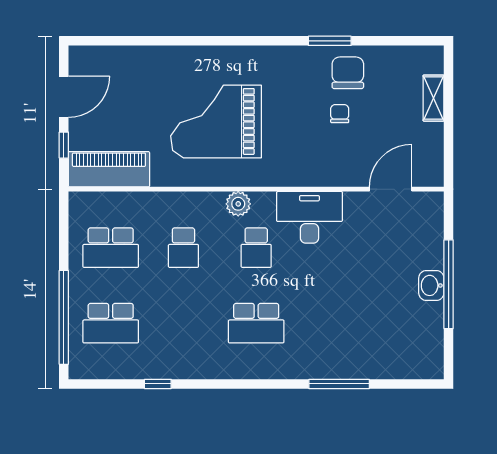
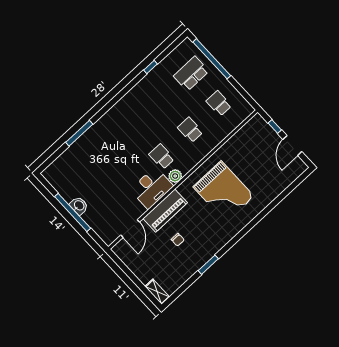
chair: (348, 73) -> (189, 259), removed
shelving: (434, 98) -> (157, 292), moved
grand piano: (216, 121) -> (223, 191), turned 90
piano: (109, 169) -> (165, 211), moved
plant: (238, 204) -> (175, 176), moved
school desk: (111, 248) -> (219, 103), width x0.54
school desk: (256, 323) -> (134, 127), removed

